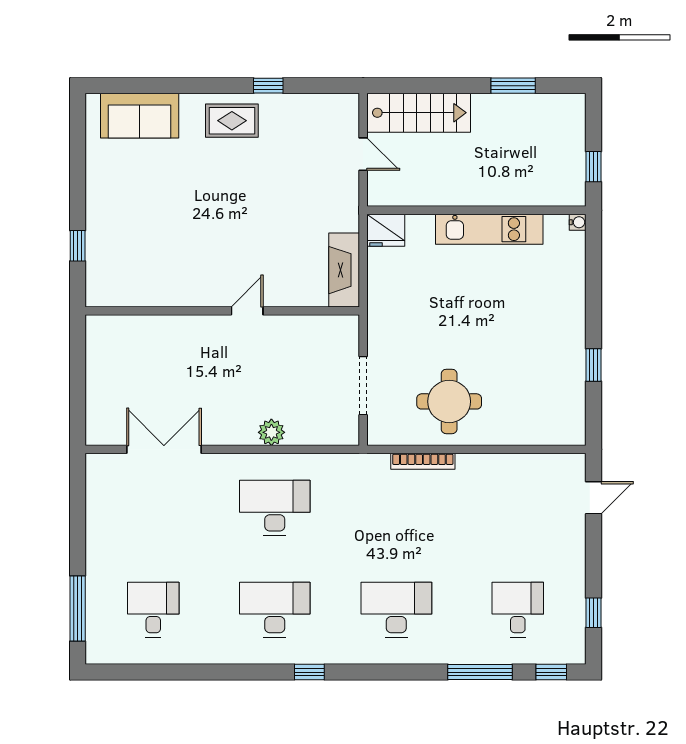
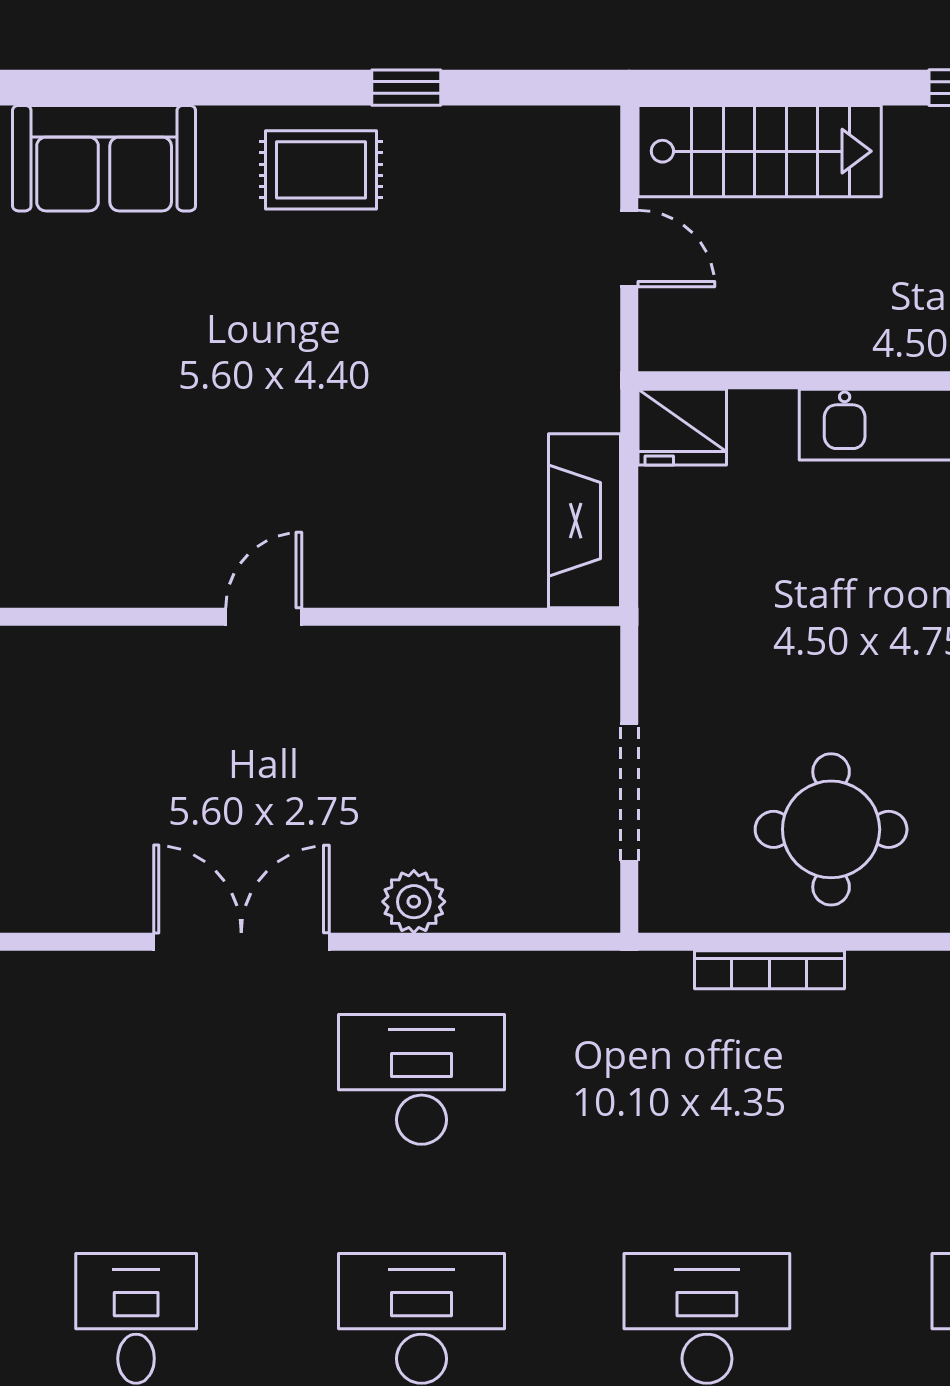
door: (247, 311) -> (264, 617), moved
double door: (164, 449) -> (241, 942), moved

